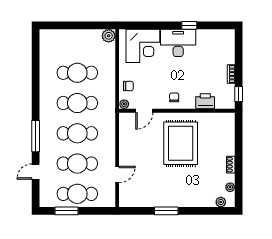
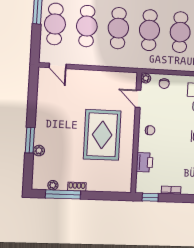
rug: (181, 143) -> (102, 135), turned 90
door: (117, 175) -> (58, 66), moved
window: (239, 177) -> (63, 194), added
plant: (221, 202) -> (39, 151), moved
window: (166, 211) -> (30, 140), moved

